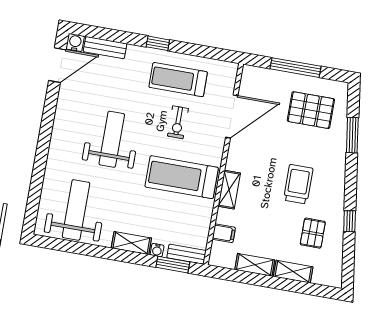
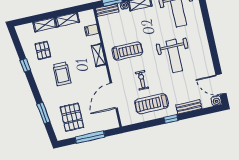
bench: (105, 48) -> (189, 107), moved
door: (57, 65) -> (221, 84), hinge flipped
treadmill: (178, 80) -> (152, 104), turned 180
pallet: (311, 110) -> (72, 117), turned 90
treadmill: (182, 177) -> (127, 51), width x0.73, depth x0.73

